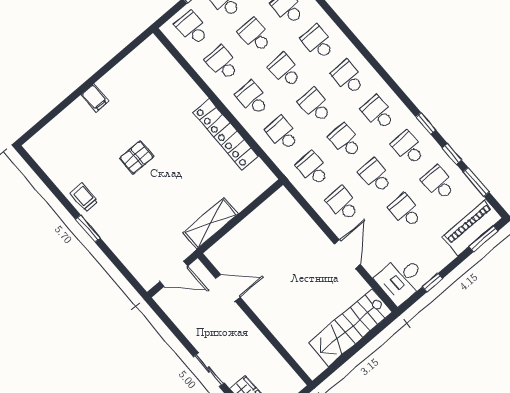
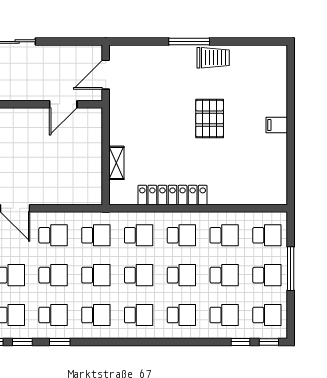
pallet: (137, 157) -> (210, 119), width x1.50, depth x1.42
trolley: (84, 197) -> (213, 58), width x1.36, depth x1.39
shelving: (210, 223) -> (116, 163), moved, width x0.67, depth x0.75
window: (88, 229) -> (189, 42), width x1.44

